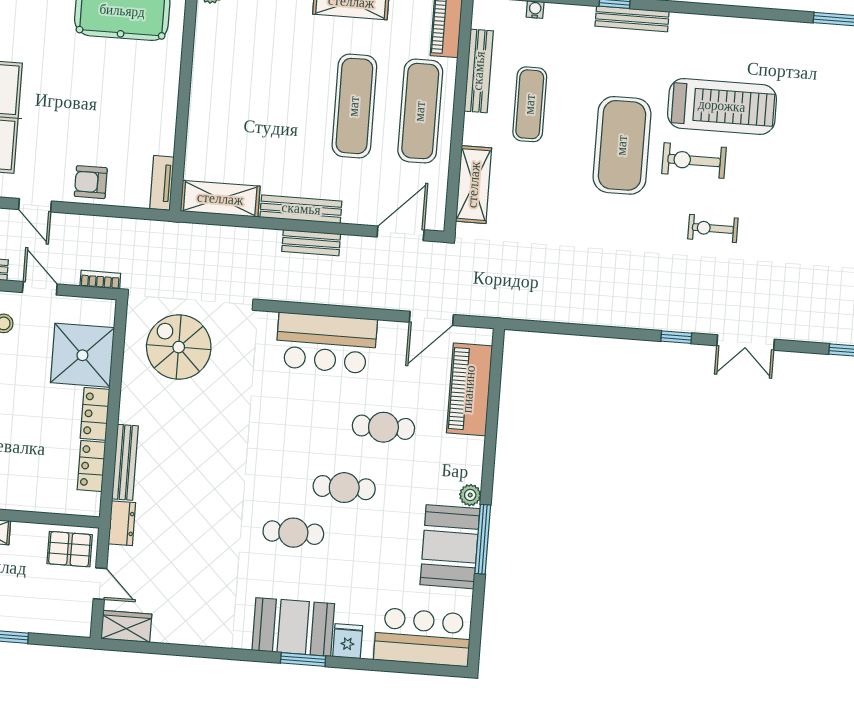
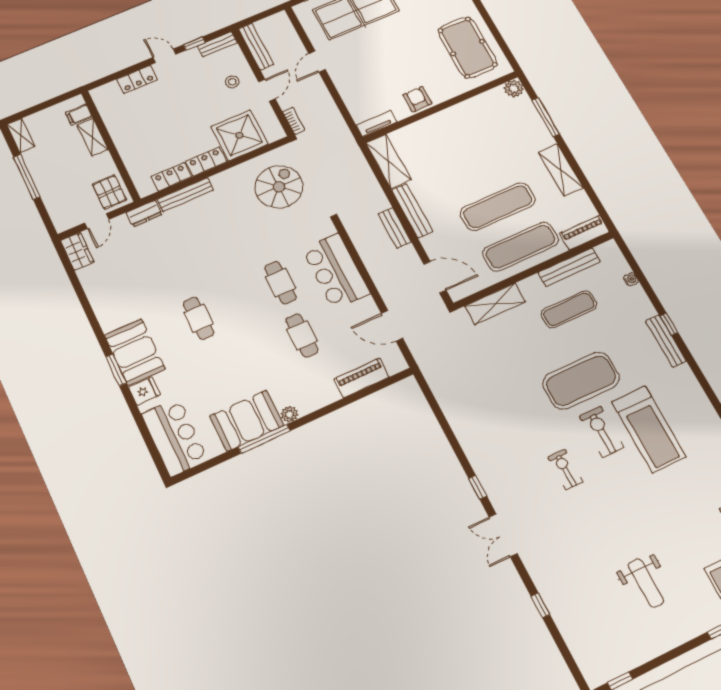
armchair: (91, 182) -> (417, 99), moved
piano: (469, 389) -> (362, 378), width x0.73, depth x0.75
cafe table: (344, 488) -> (280, 283), moved

